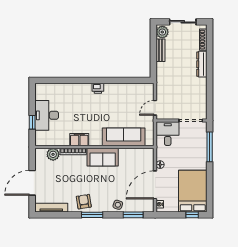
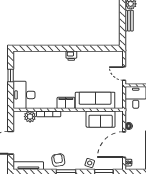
door: (155, 108) -> (124, 74), hinge flipped
desk: (47, 115) -> (24, 95), moved
window: (32, 122) -> (11, 76), moved
filing cabinet: (79, 140) -> (66, 103), moved
sofa: (103, 157) -> (101, 119), moved

